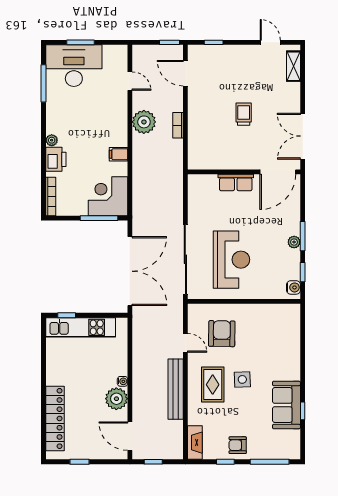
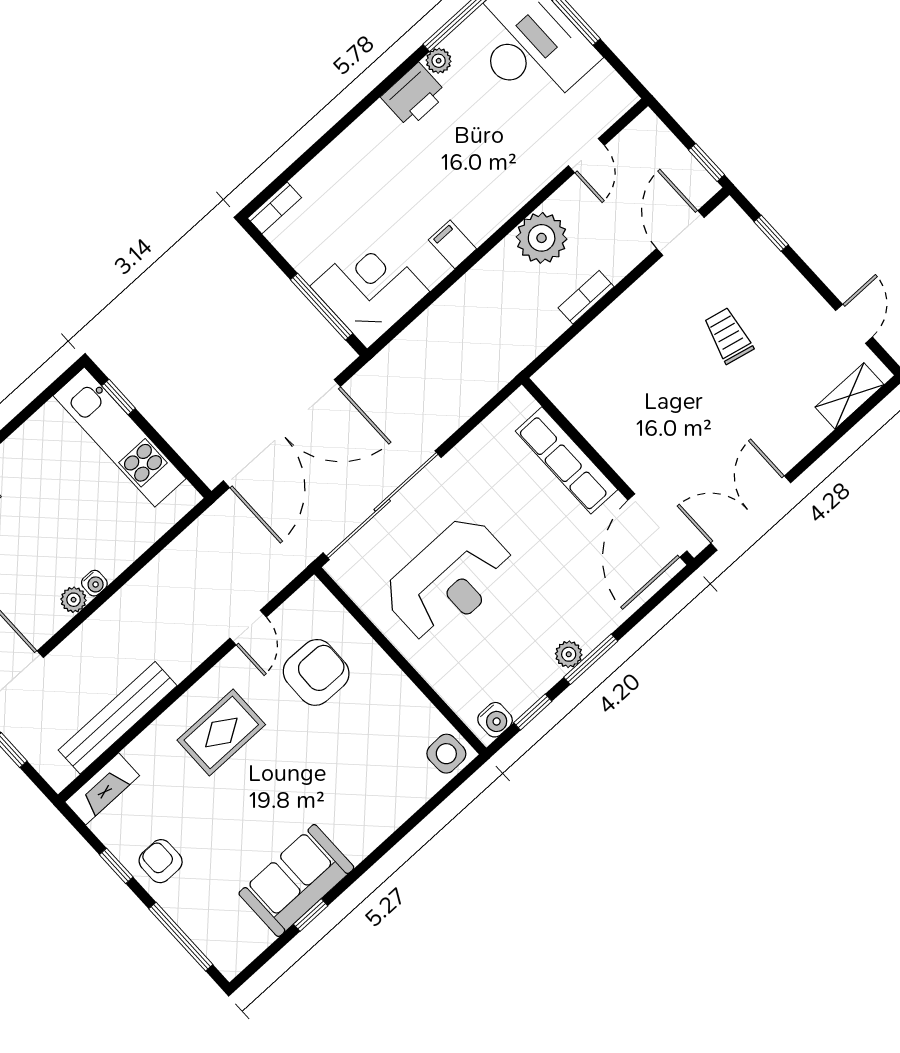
trolley: (244, 114) -> (728, 336), moved, turned -77
plant: (52, 140) -> (439, 61), moved
printer: (56, 159) -> (414, 95), moved
door: (278, 172) -> (657, 525), hinge flipped
row of seats: (236, 183) -> (566, 460), width x1.48
bookcase: (51, 196) -> (275, 208), width x0.64
side table: (242, 379) -> (446, 754), moved
bench: (176, 389) -> (118, 718), moved
plant: (116, 399) -> (74, 600), width x0.53, depth x0.53

